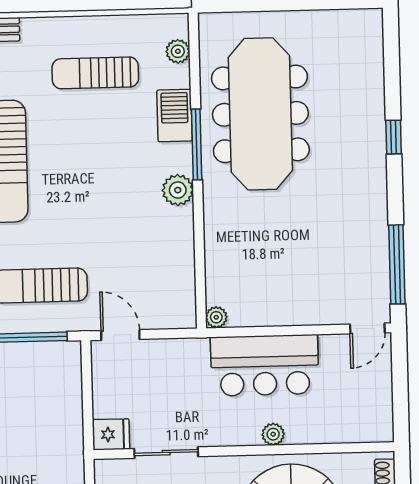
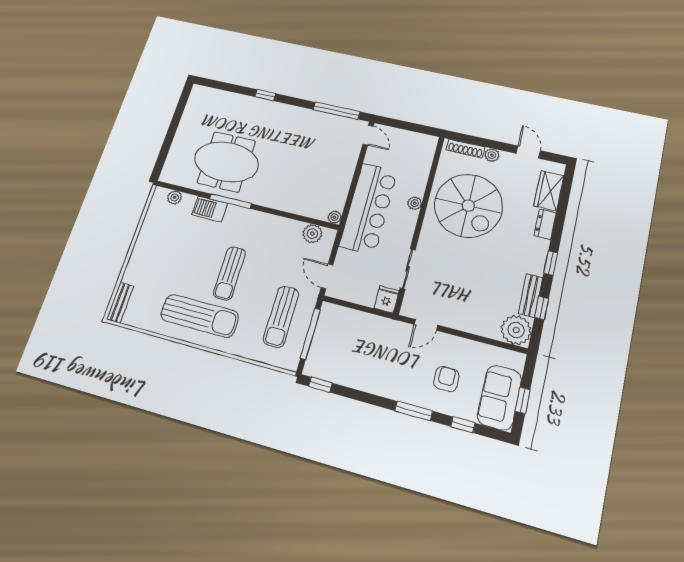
sun lounger: (95, 73) -> (230, 273), moved
meeting table: (260, 114) -> (226, 162), width x0.73
plant: (178, 190) -> (312, 234), moved
door: (120, 335) -> (327, 276), hinge flipped
bar counter: (265, 365) -> (369, 208), width x1.36

